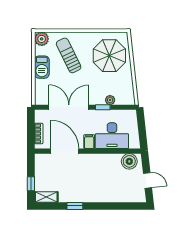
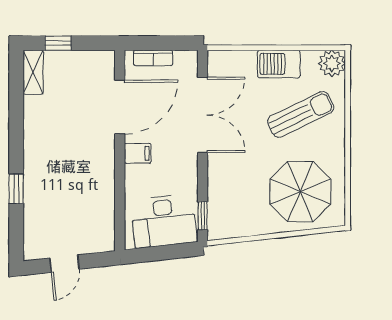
plant: (110, 100) -> (216, 193), removed
window: (103, 107) -> (203, 216), moved
desk: (112, 136) -> (164, 221), moved, turned -96
boiler: (129, 161) -> (100, 229), removed
window: (75, 206) -> (16, 189), moved

